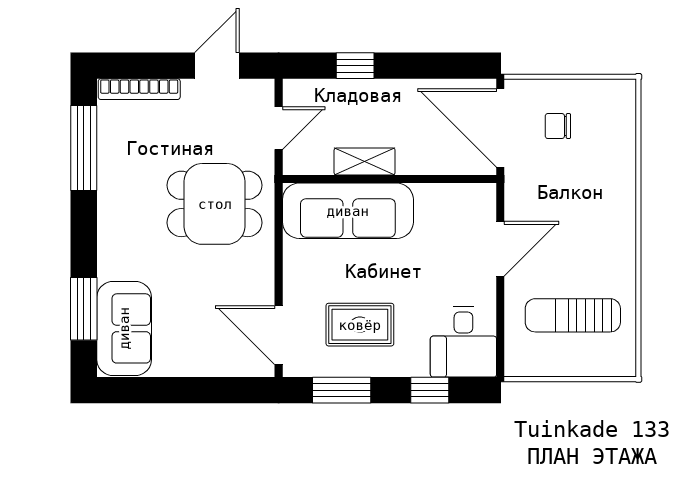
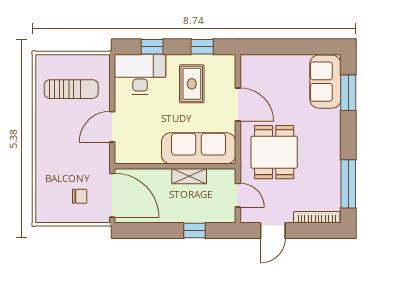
door: (279, 128) -> (238, 195), swing flipped
dining table: (215, 204) -> (274, 152), turned 90
rug: (360, 325) -> (192, 84), turned 90
door: (279, 335) -> (238, 105), moved
desk: (463, 342) -> (140, 74), width x1.37
window: (342, 390) -> (202, 47), width x0.67

